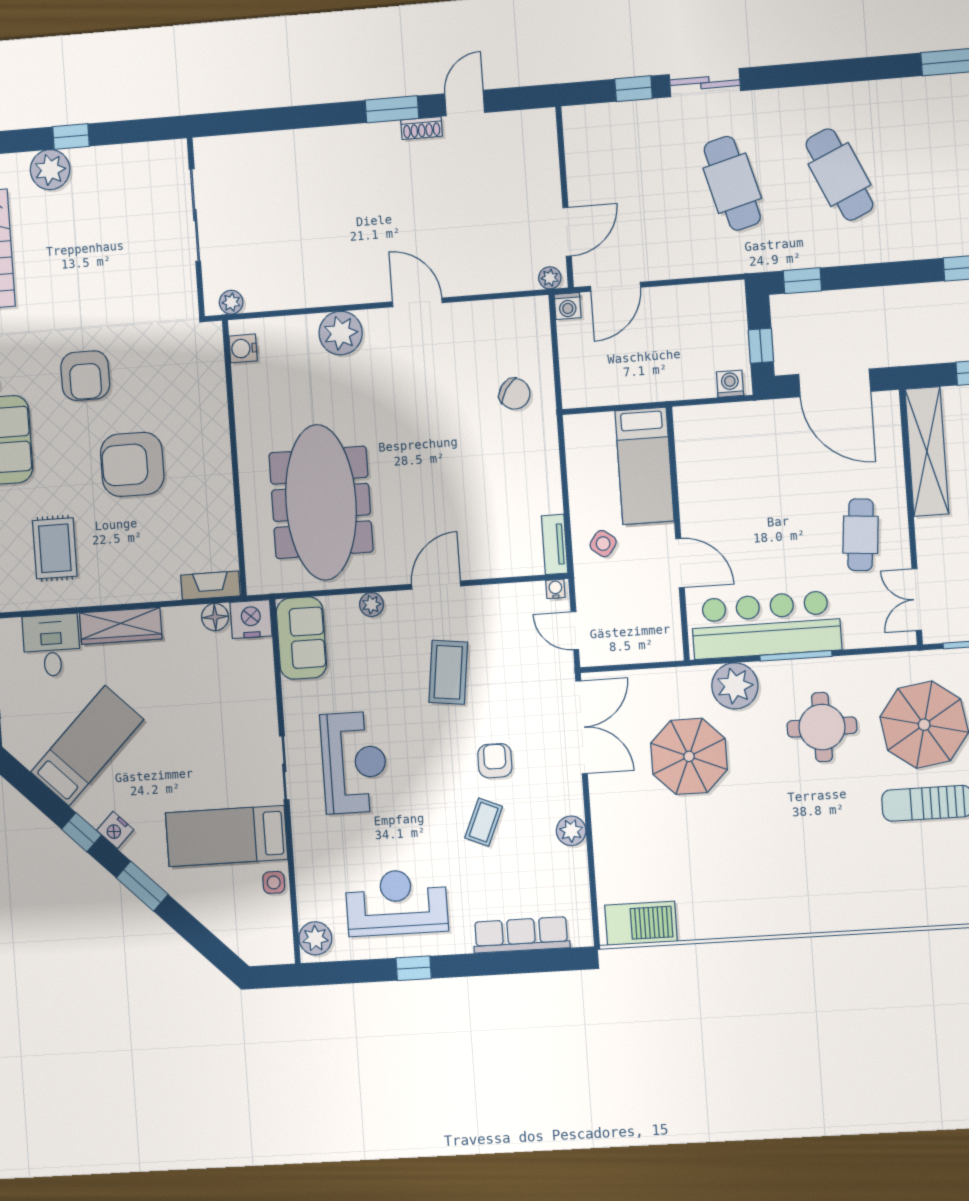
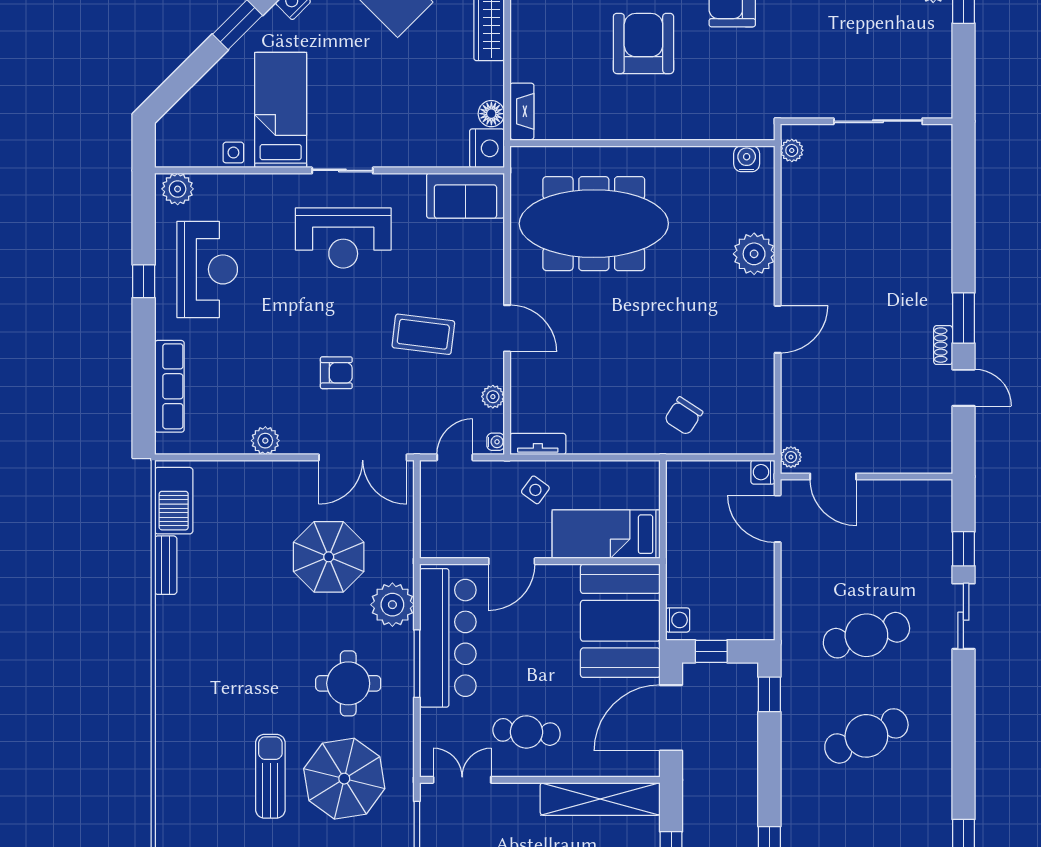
booth: (735, 444) -> (620, 621), added
plant: (372, 605) -> (493, 397), moved
coffee table: (484, 822) -> (279, 358), removed
bench: (710, 928) -> (166, 565), added

